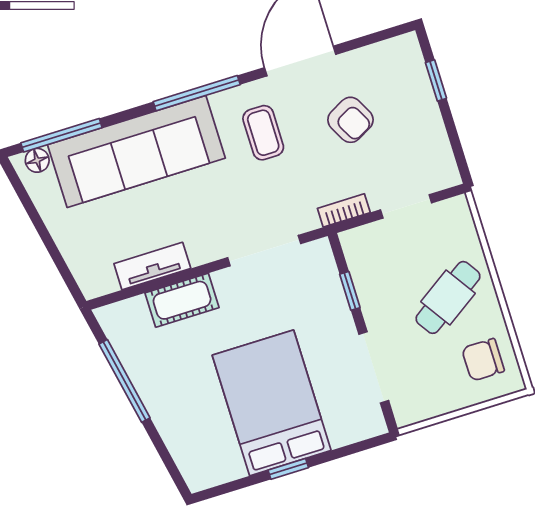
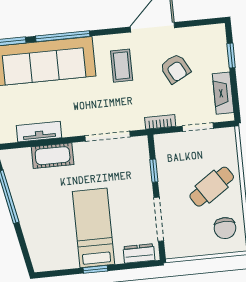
window: (197, 93) -> (63, 36), moved
fireplace: (435, 143) -> (223, 93), added
chair: (483, 360) -> (225, 228), turned -90
bed: (272, 403) -> (93, 228), width x0.67
dresser: (353, 429) -> (139, 253), added

